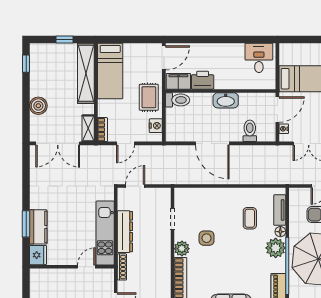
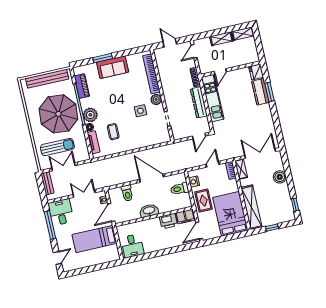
bed: (110, 71) -> (230, 214), width x1.50
toilet: (178, 100) -> (180, 189), moved

